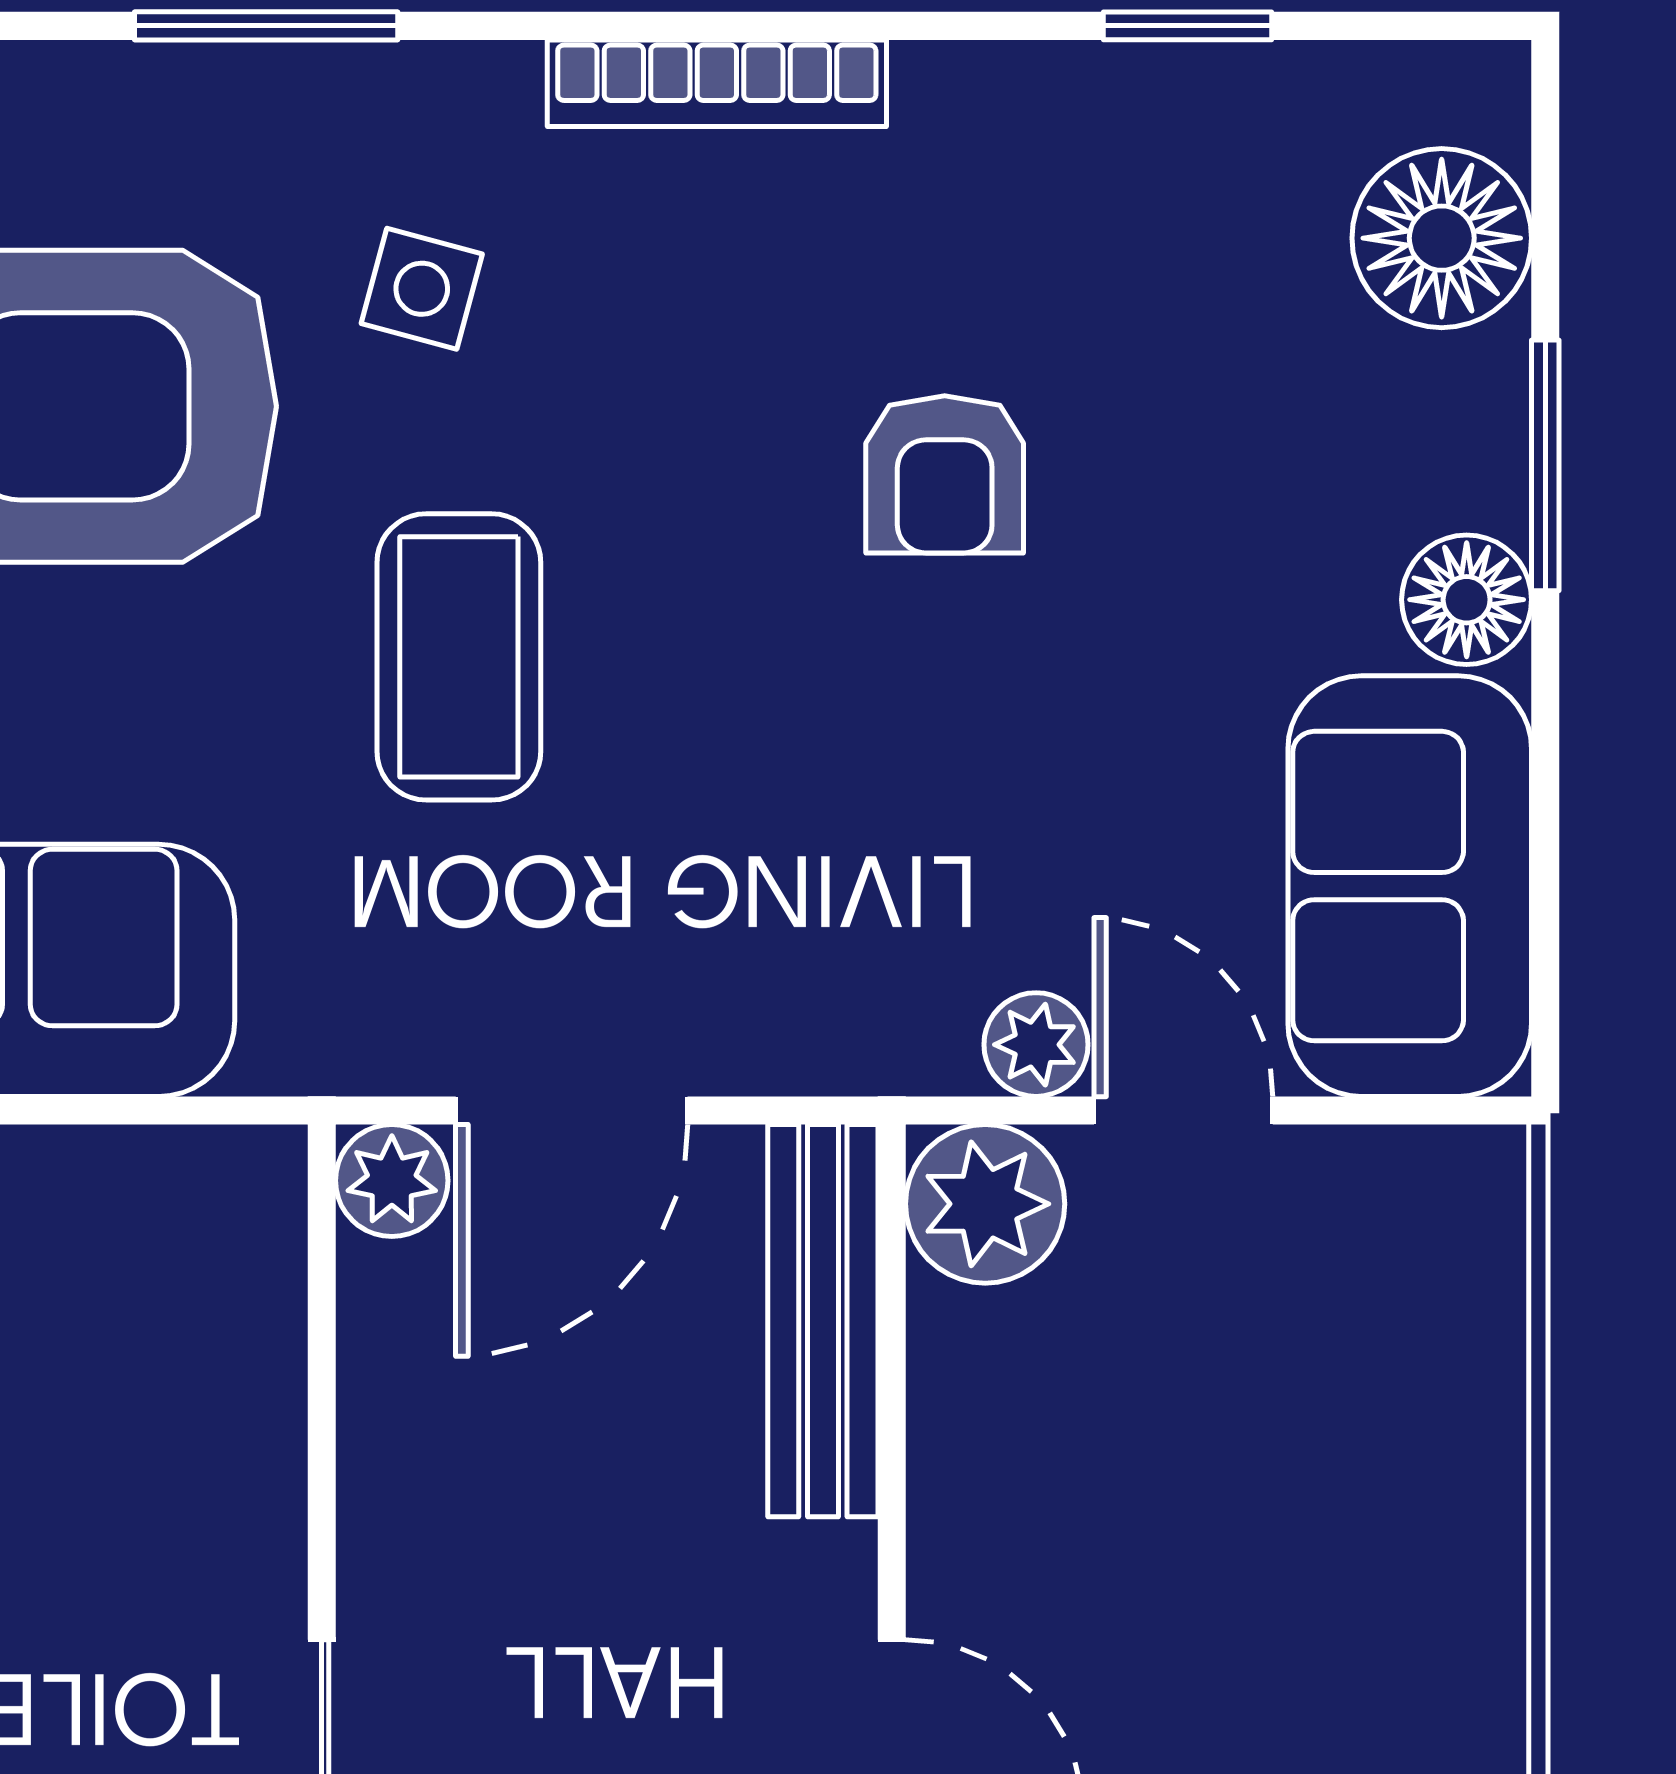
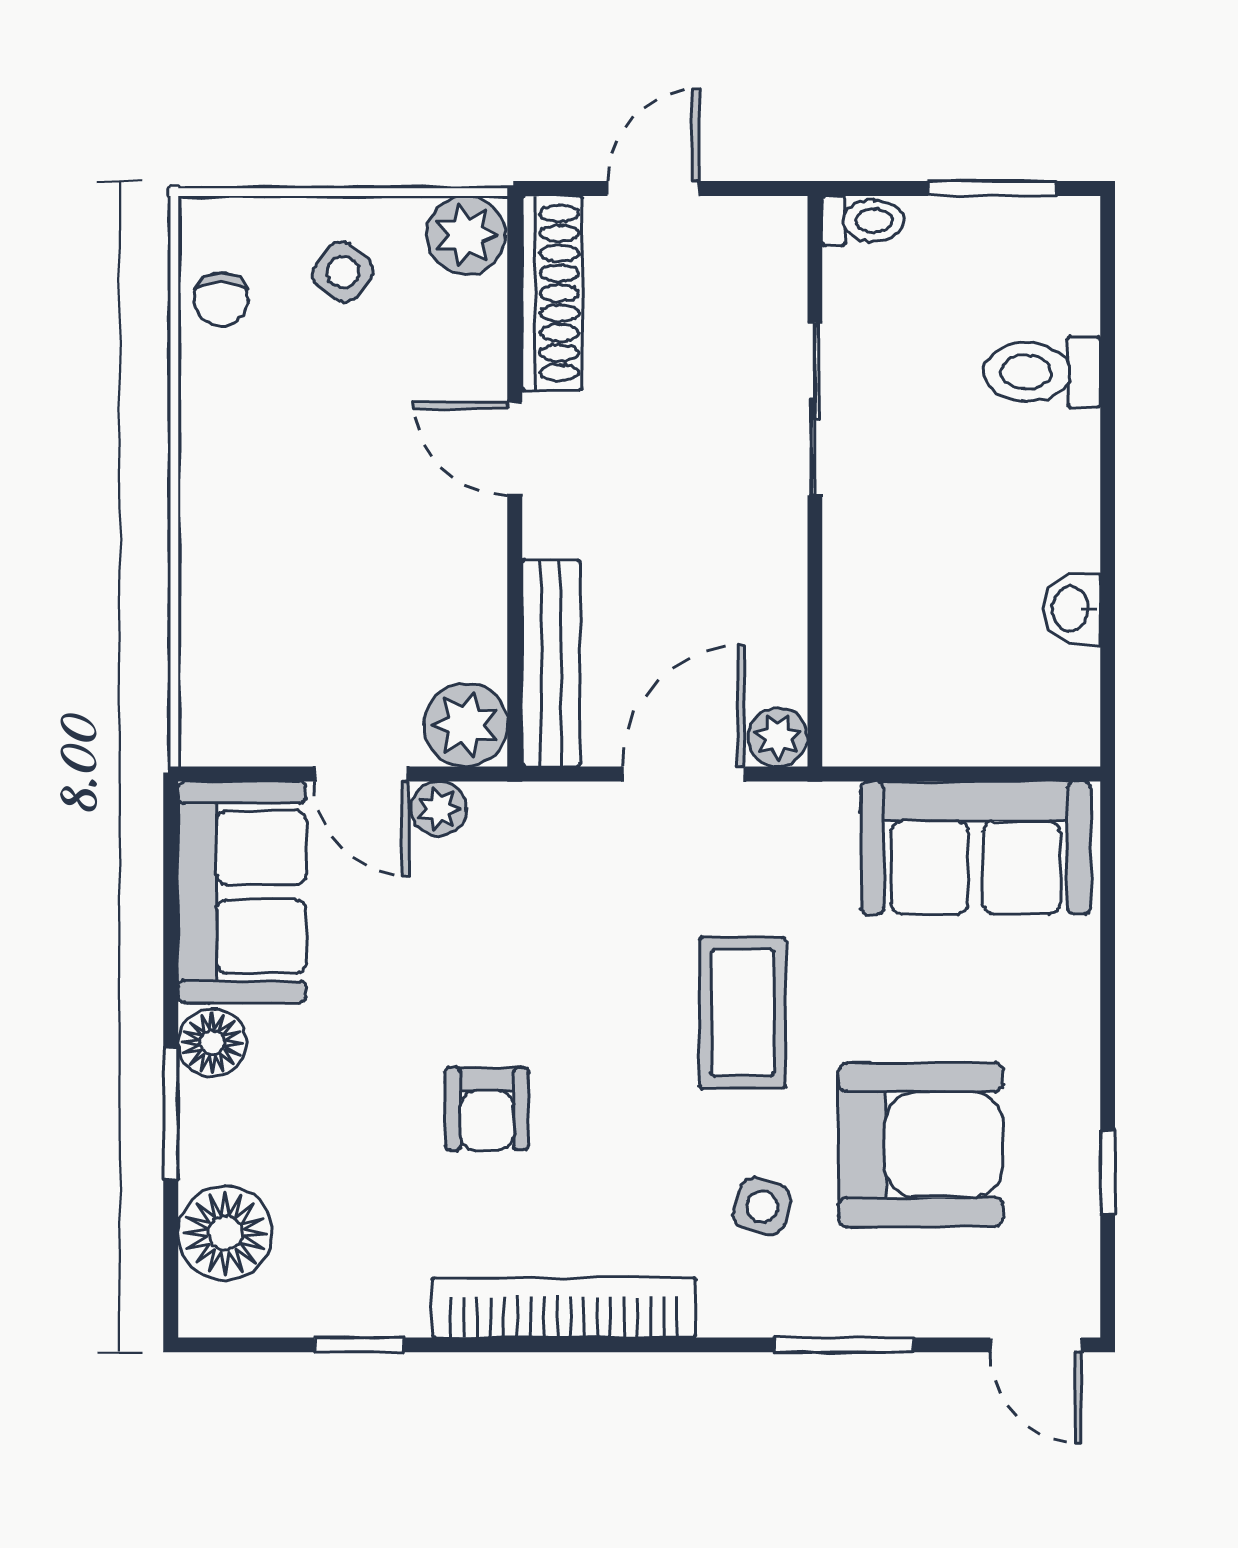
bookcase: (717, 83) -> (564, 1308), width x1.48, depth x1.31
armchair: (945, 474) -> (487, 1109), turned 180

